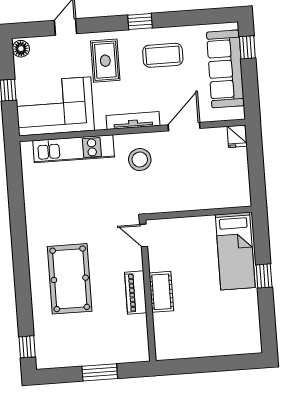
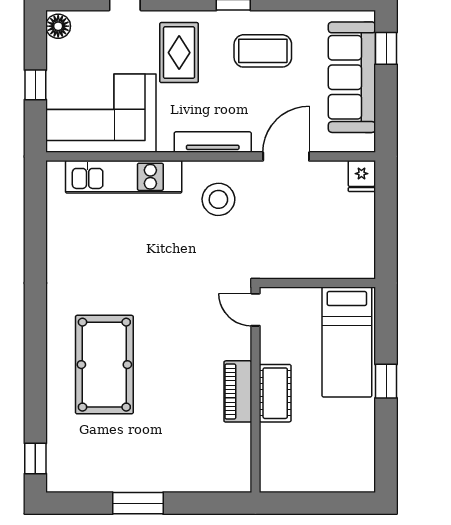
door: (144, 235) -> (256, 310), moved
wall: (148, 290) -> (256, 390), moved
cot: (161, 292) -> (275, 393), moved
piano: (136, 293) -> (238, 391), moved

